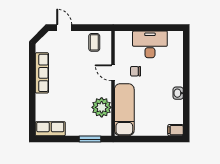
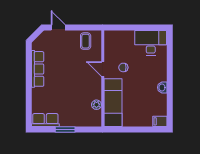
desk: (150, 44) -> (151, 43), moved
plant: (102, 107) -> (96, 105), width x0.53, depth x0.53
window: (90, 139) -> (65, 129), moved

